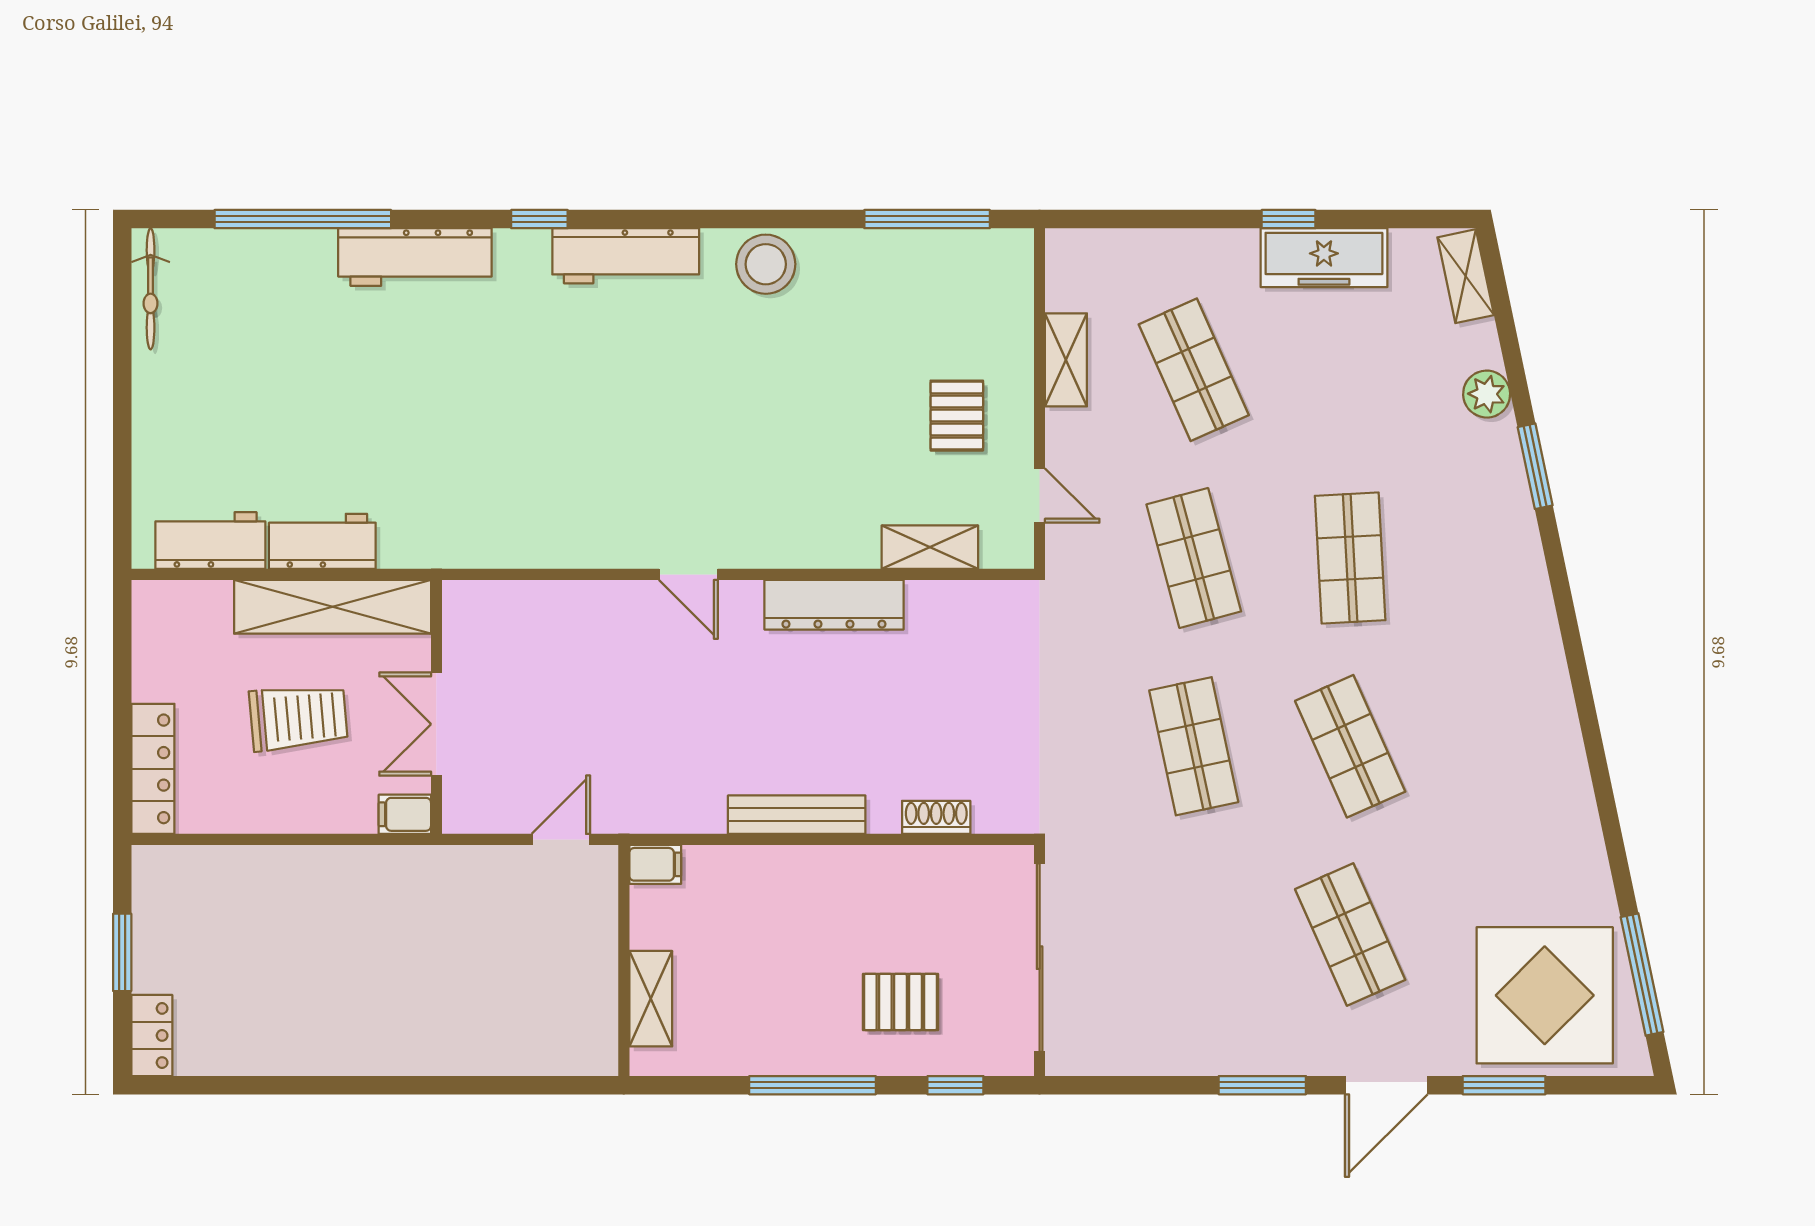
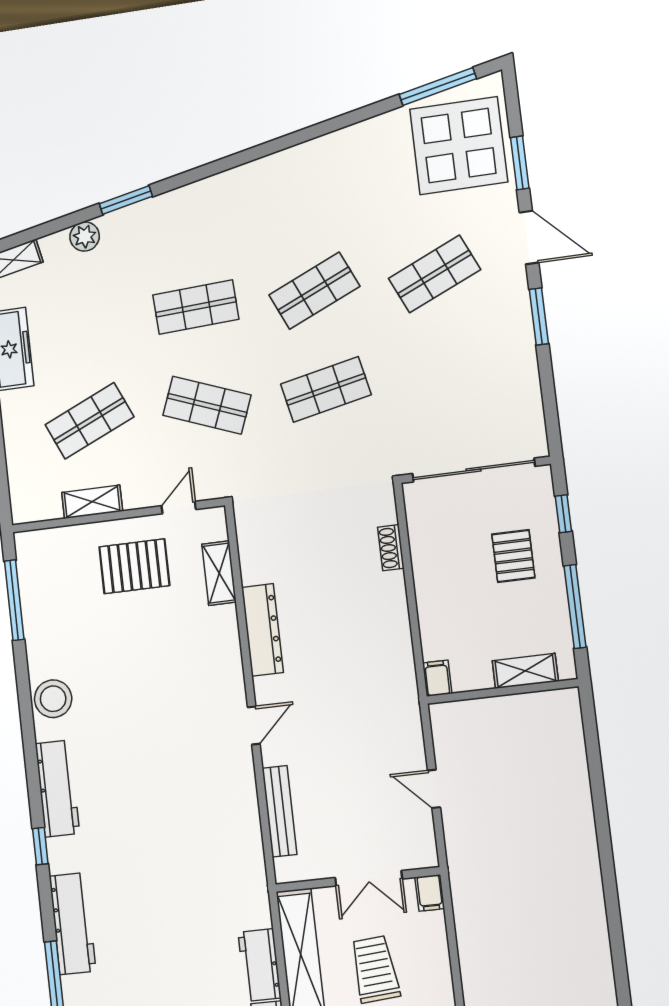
pallet: (957, 416) -> (134, 566), width x1.50, depth x1.42
shop shelf: (1194, 558) -> (207, 405), turned 36
bench: (797, 815) -> (280, 811), moved
filing cabinet: (655, 864) -> (437, 678), moved
wall: (624, 960) -> (502, 691), moved
shelving: (651, 999) -> (525, 671), moved

